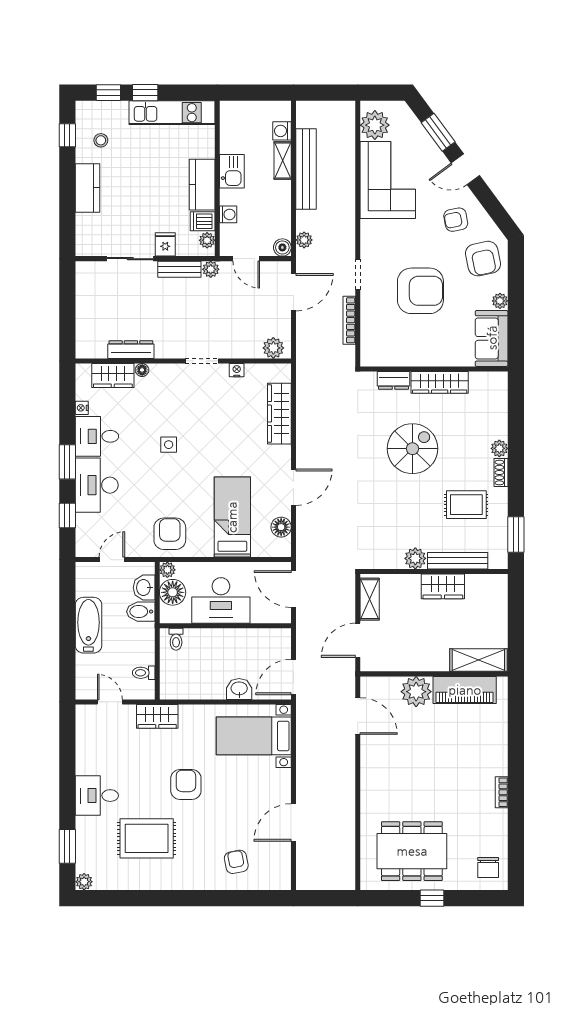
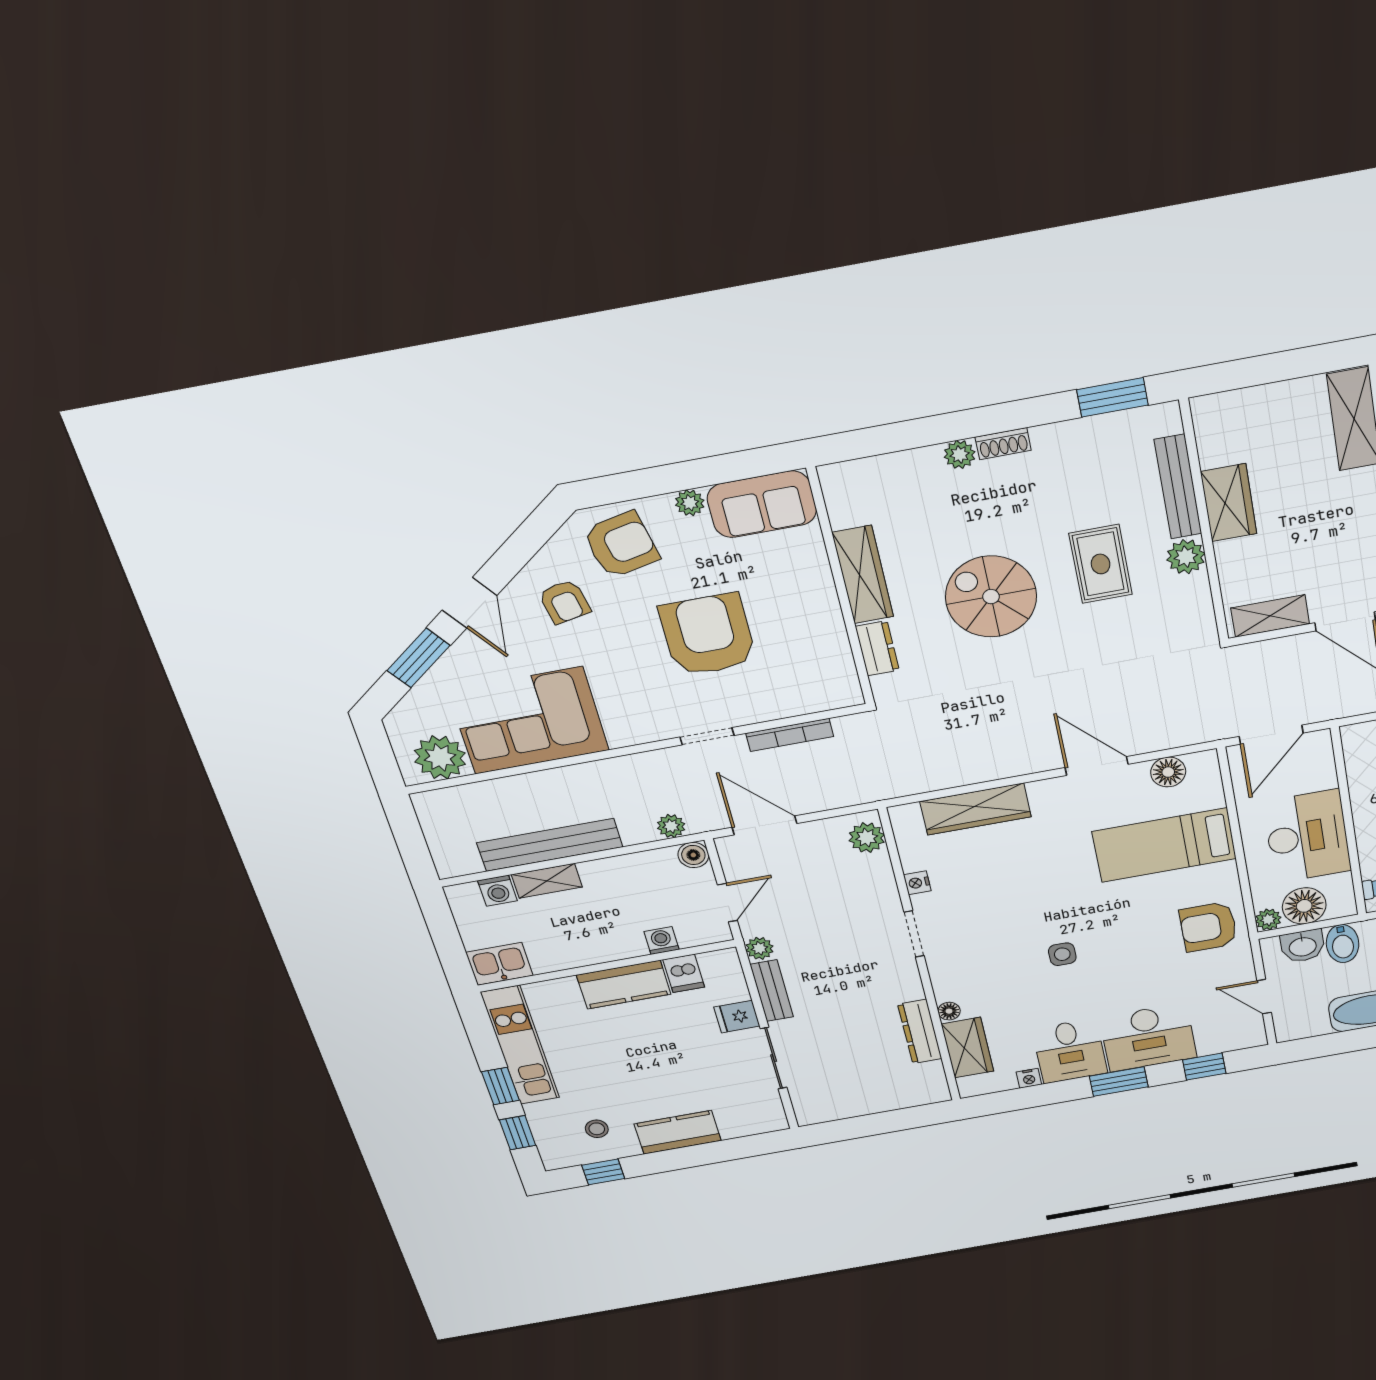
kitchen sink: (232, 171) -> (499, 964), moved
plant: (207, 240) -> (713, 962), removed
rug: (466, 505) -> (1101, 564), moved

